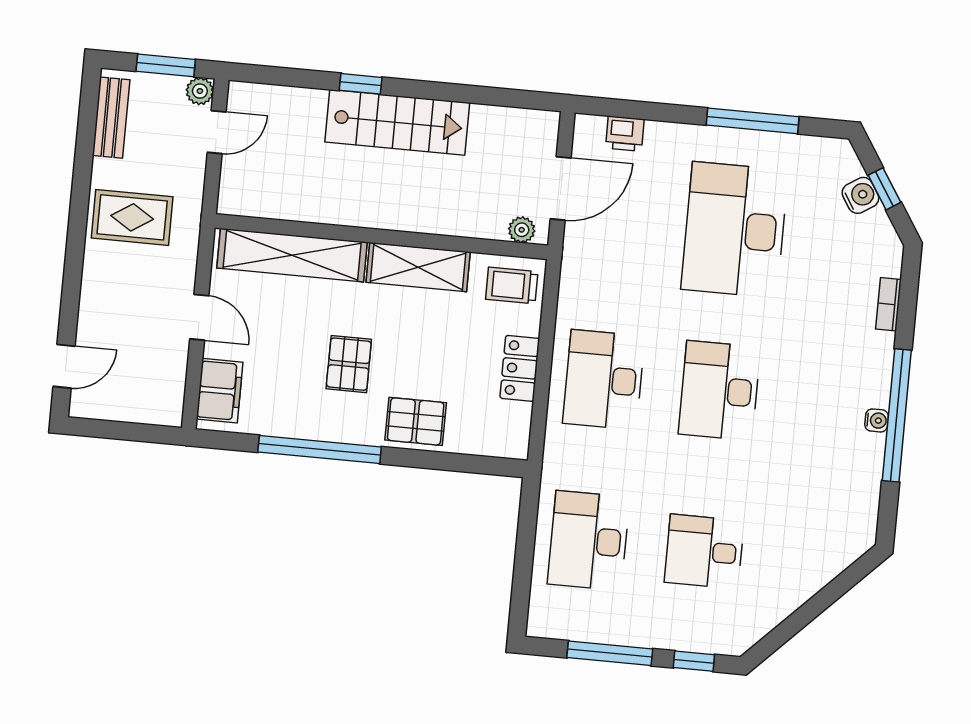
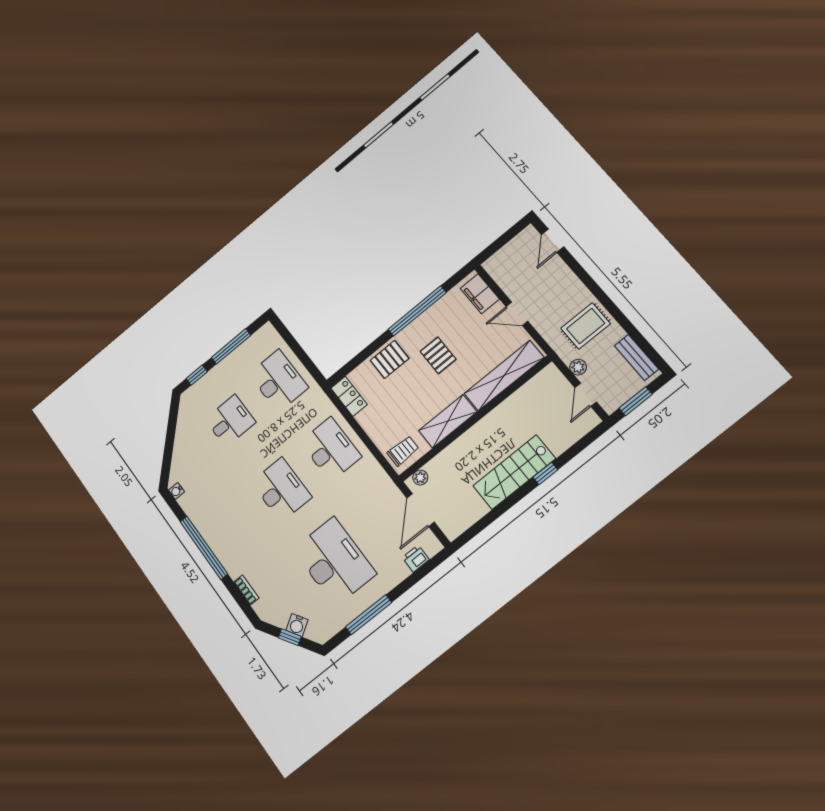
plant: (200, 91) -> (578, 367), moved
locker: (520, 368) -> (349, 396), moved
water cooler: (877, 420) -> (176, 491), moved

